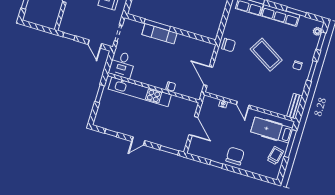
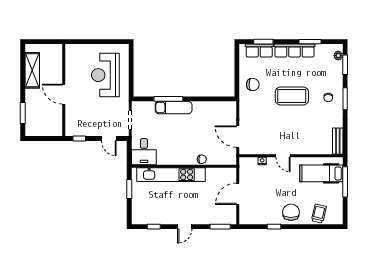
chair: (229, 45) -> (253, 84), moved
coffee table: (266, 55) -> (292, 96), turned -31
door: (193, 126) -> (238, 194), swing flipped
trolley: (275, 155) -> (319, 214), moved

